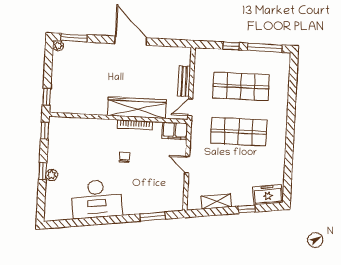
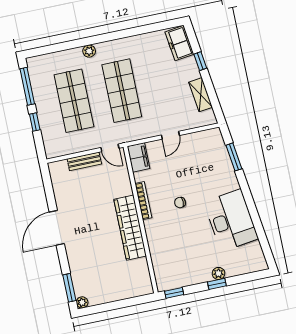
window: (47, 97) -> (138, 300), removed
wardrobe: (137, 108) -> (130, 228), moved
plant: (282, 112) -> (89, 51), added

